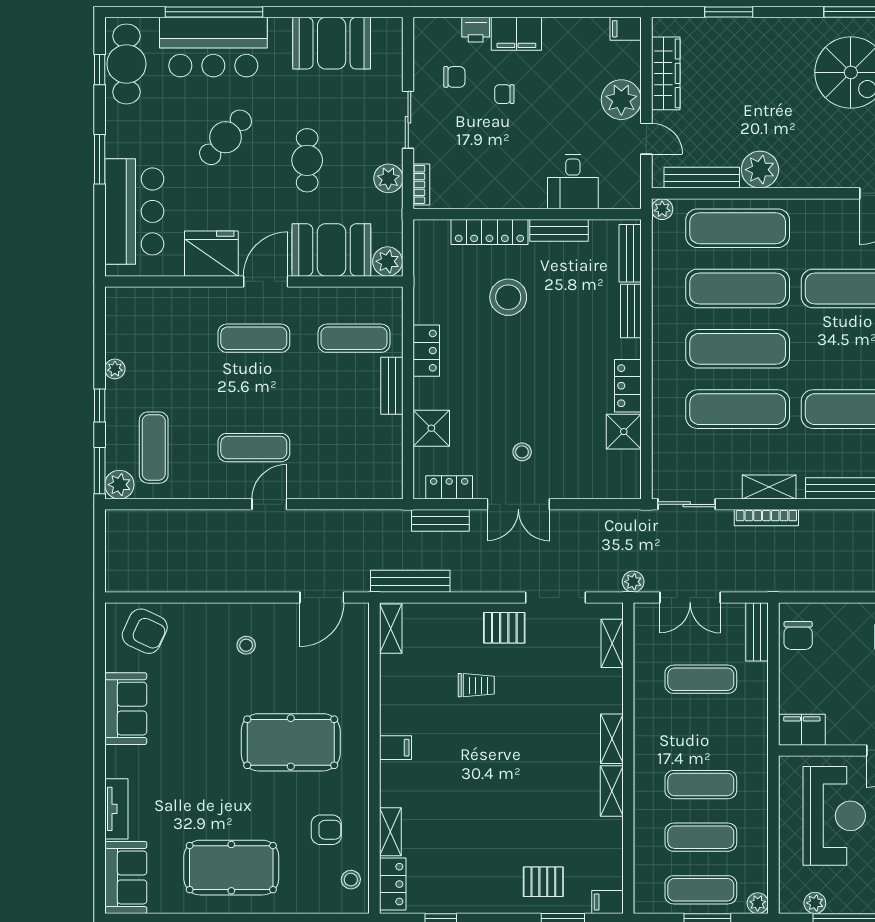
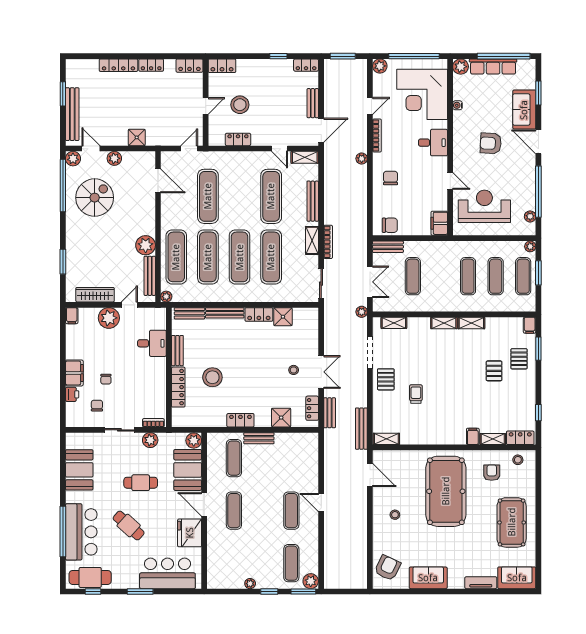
bench: (631, 311) -> (225, 313), width x1.36
exercise mat: (154, 448) -> (291, 563), turned 90
pool table: (291, 742) -> (446, 491), width x1.36, depth x1.32
filing cabinet: (395, 748) -> (473, 436), moved
pallet: (520, 834) -> (494, 371), added

